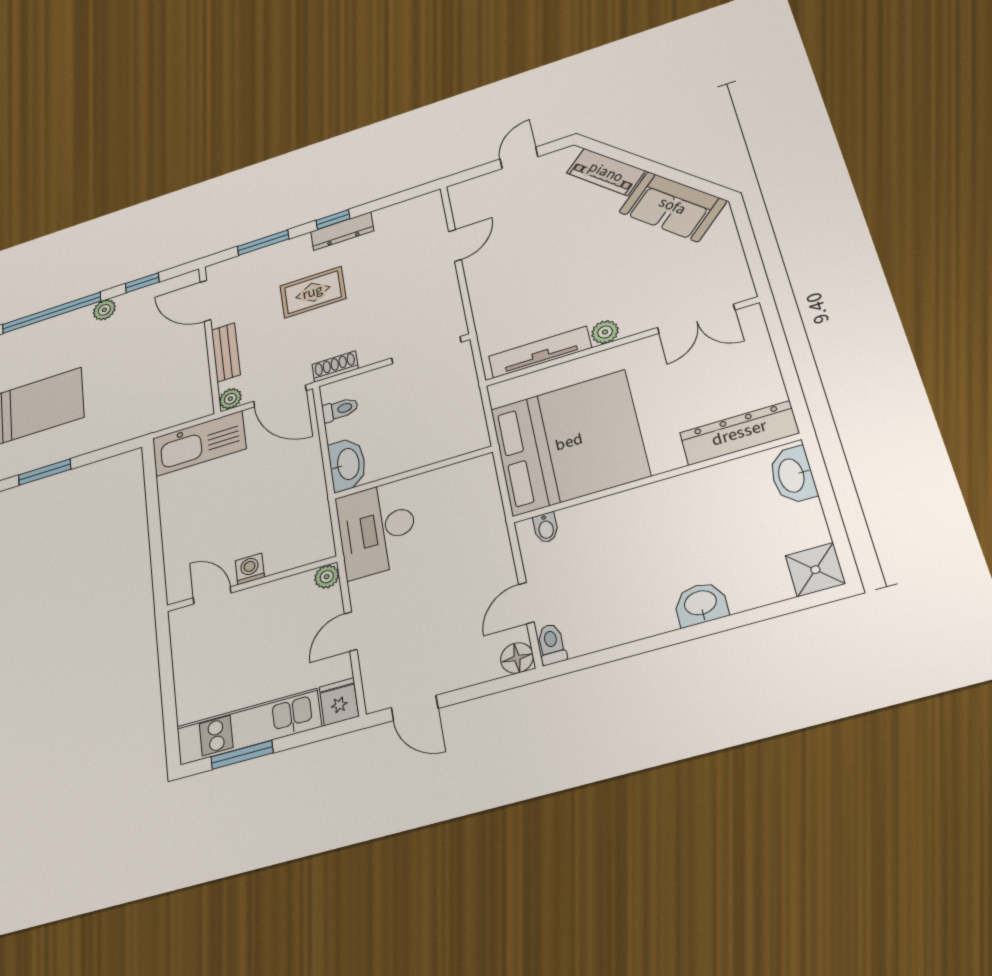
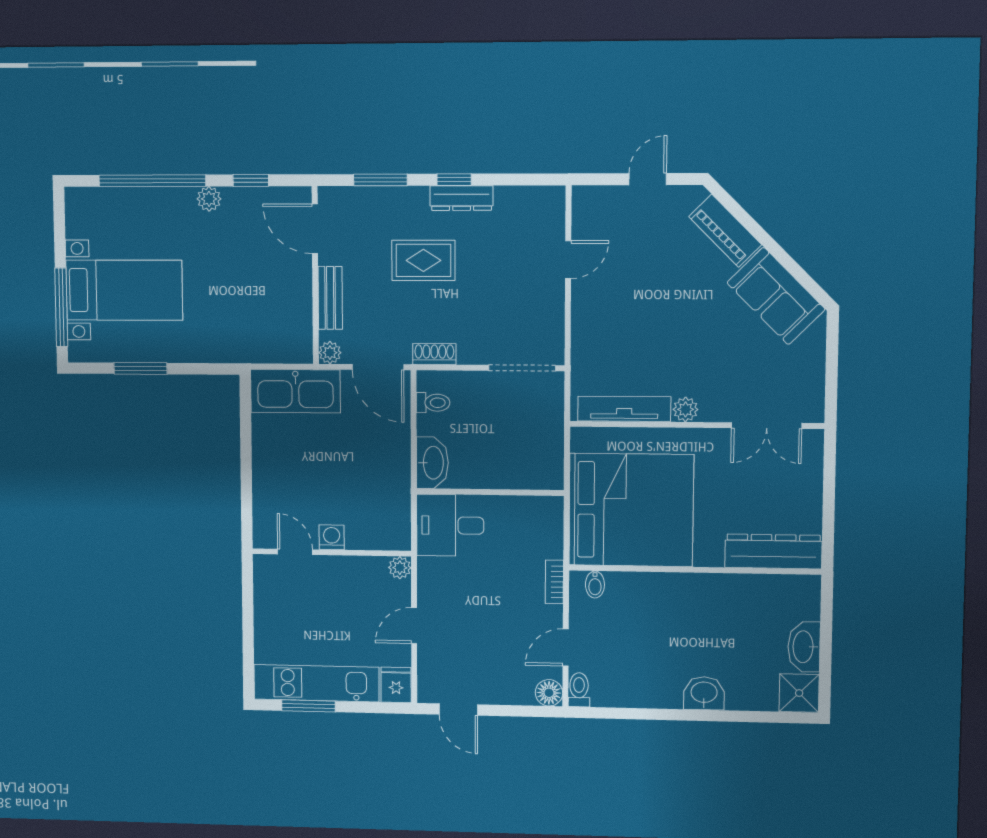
washbasin: (792, 475) -> (804, 647), moved
desk: (377, 529) -> (450, 525), width x0.73
bookcase: (500, 539) -> (554, 582), added

